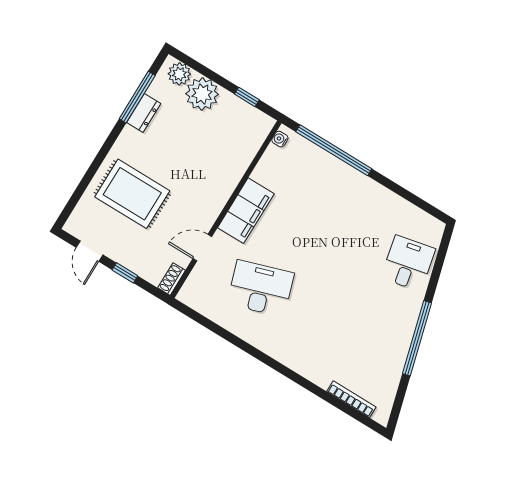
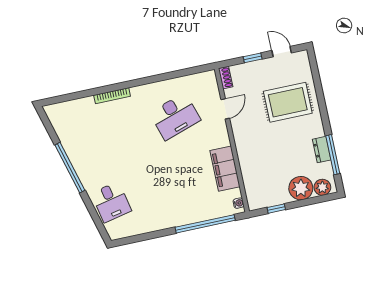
filing cabinet: (246, 211) -> (225, 169), moved
bookcase: (351, 399) -> (112, 96), moved

